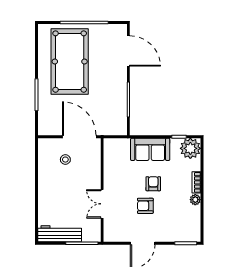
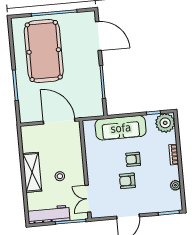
sofa: (150, 149) -> (121, 128), width x1.36
stool: (65, 160) -> (60, 176), moved
armchair: (153, 184) -> (133, 159), turned -90
shelving: (46, 188) -> (32, 172), added
plant: (195, 200) -> (175, 185), moved
double door: (102, 204) -> (88, 199), moved

